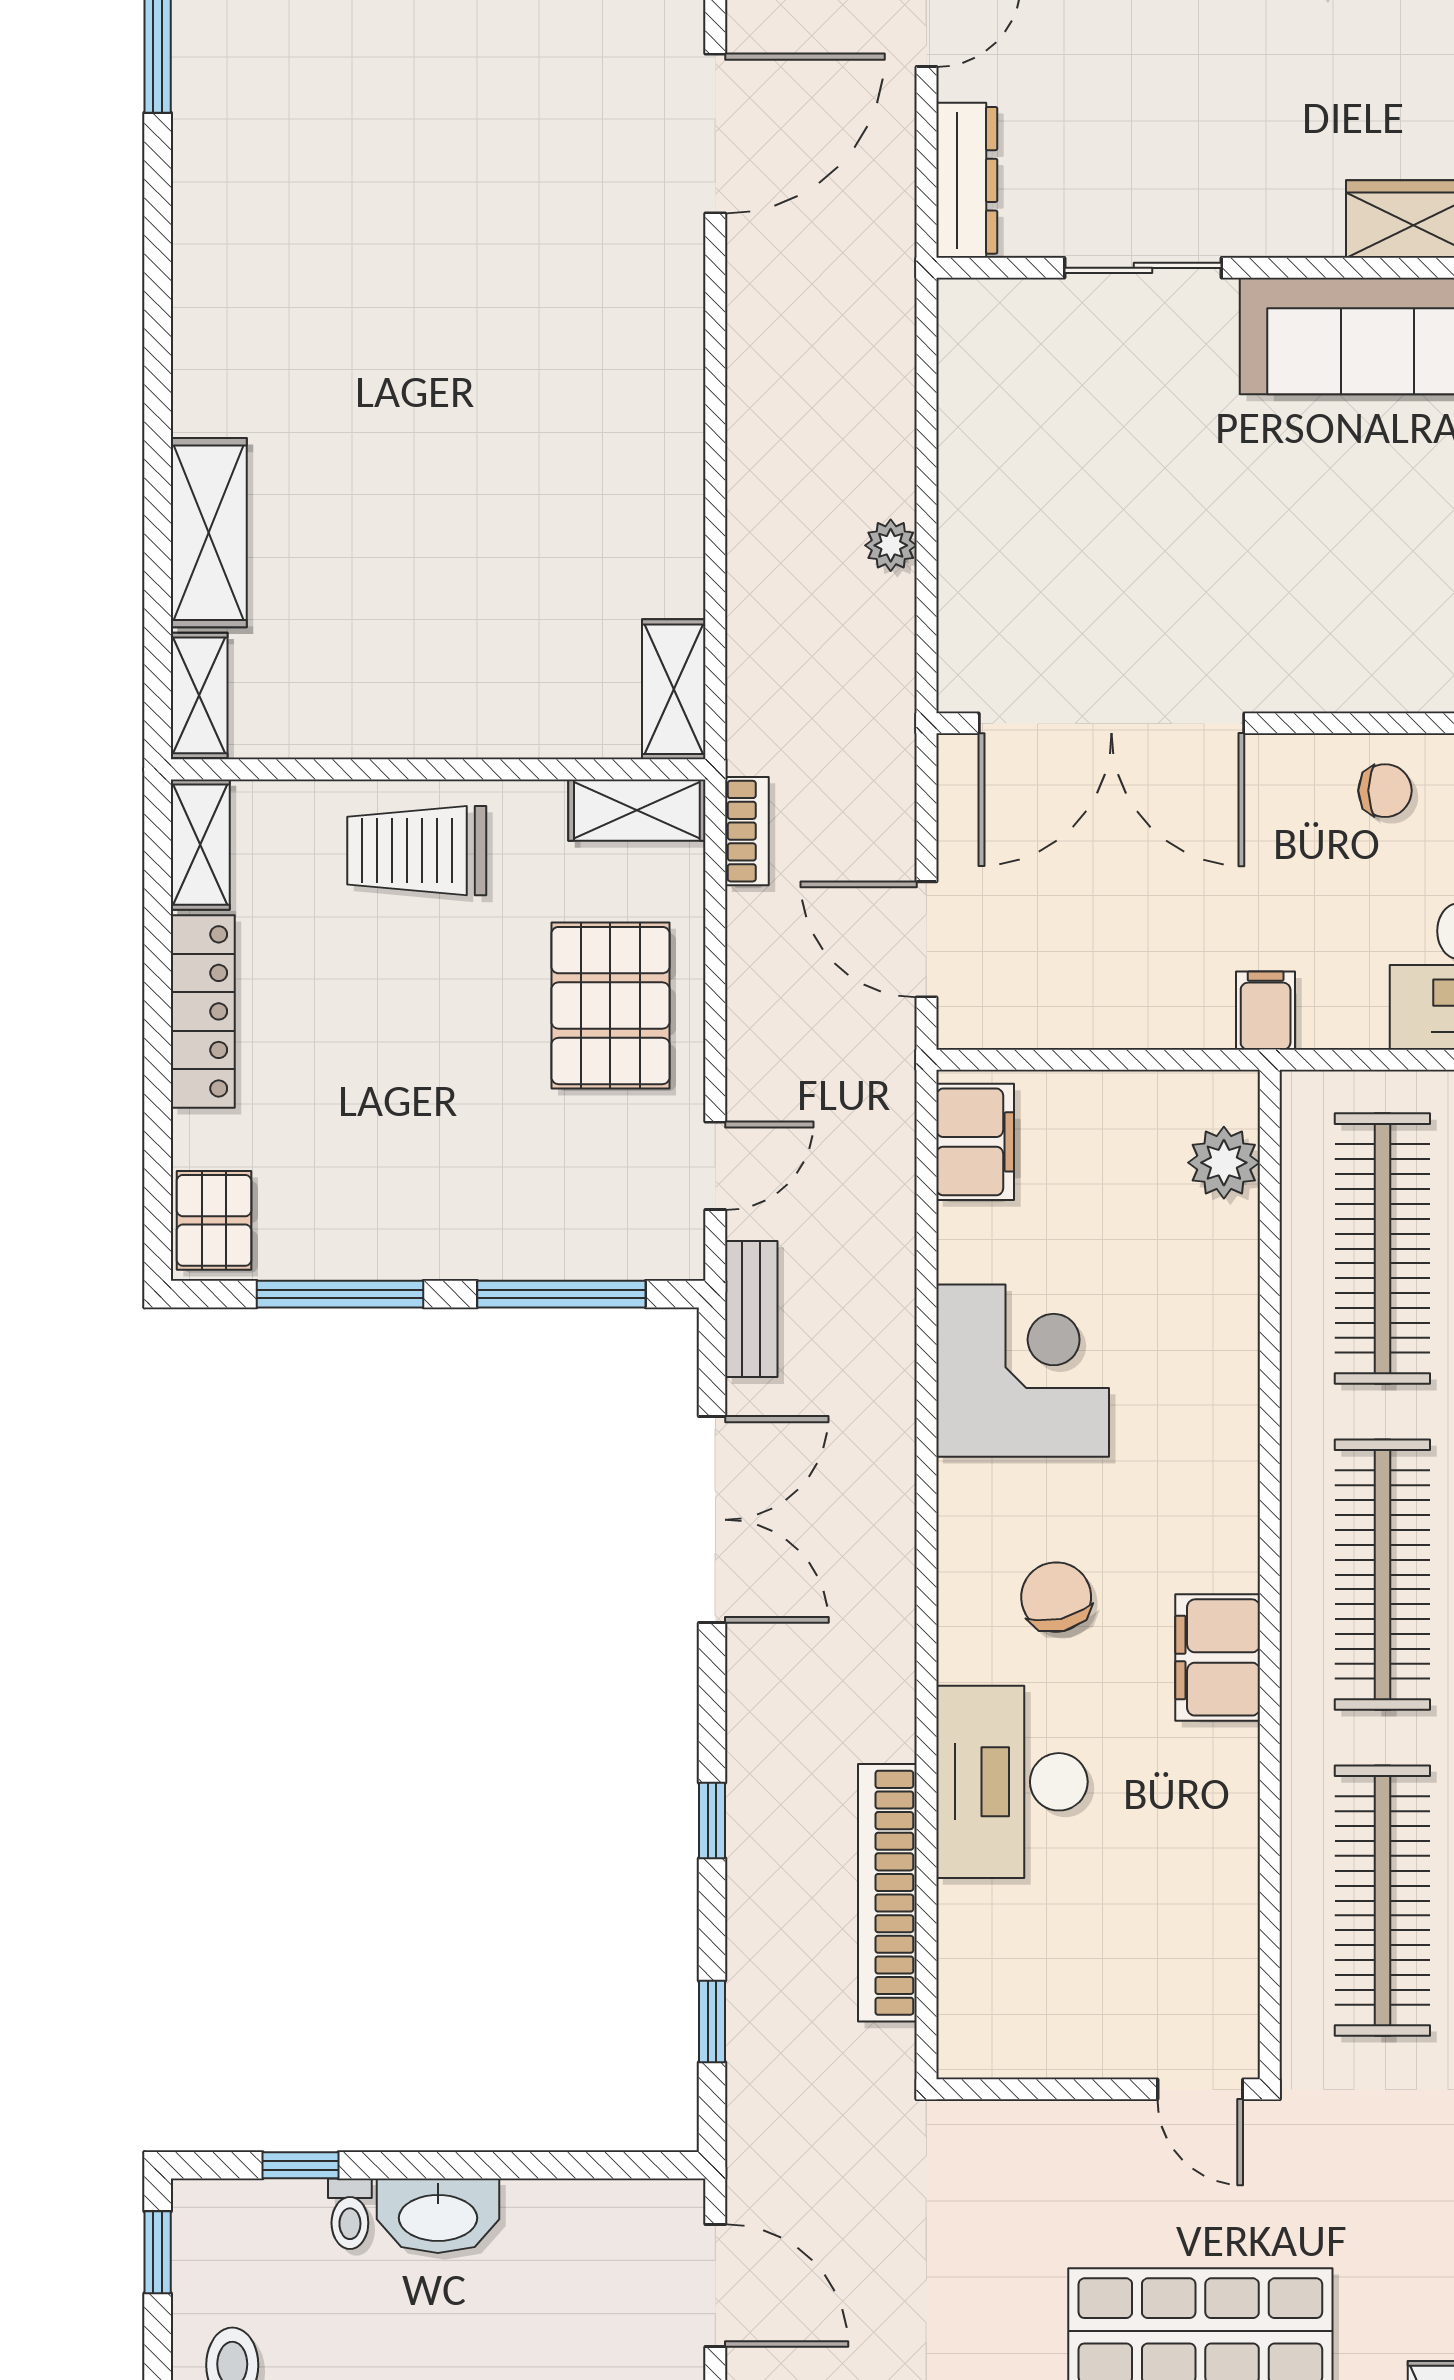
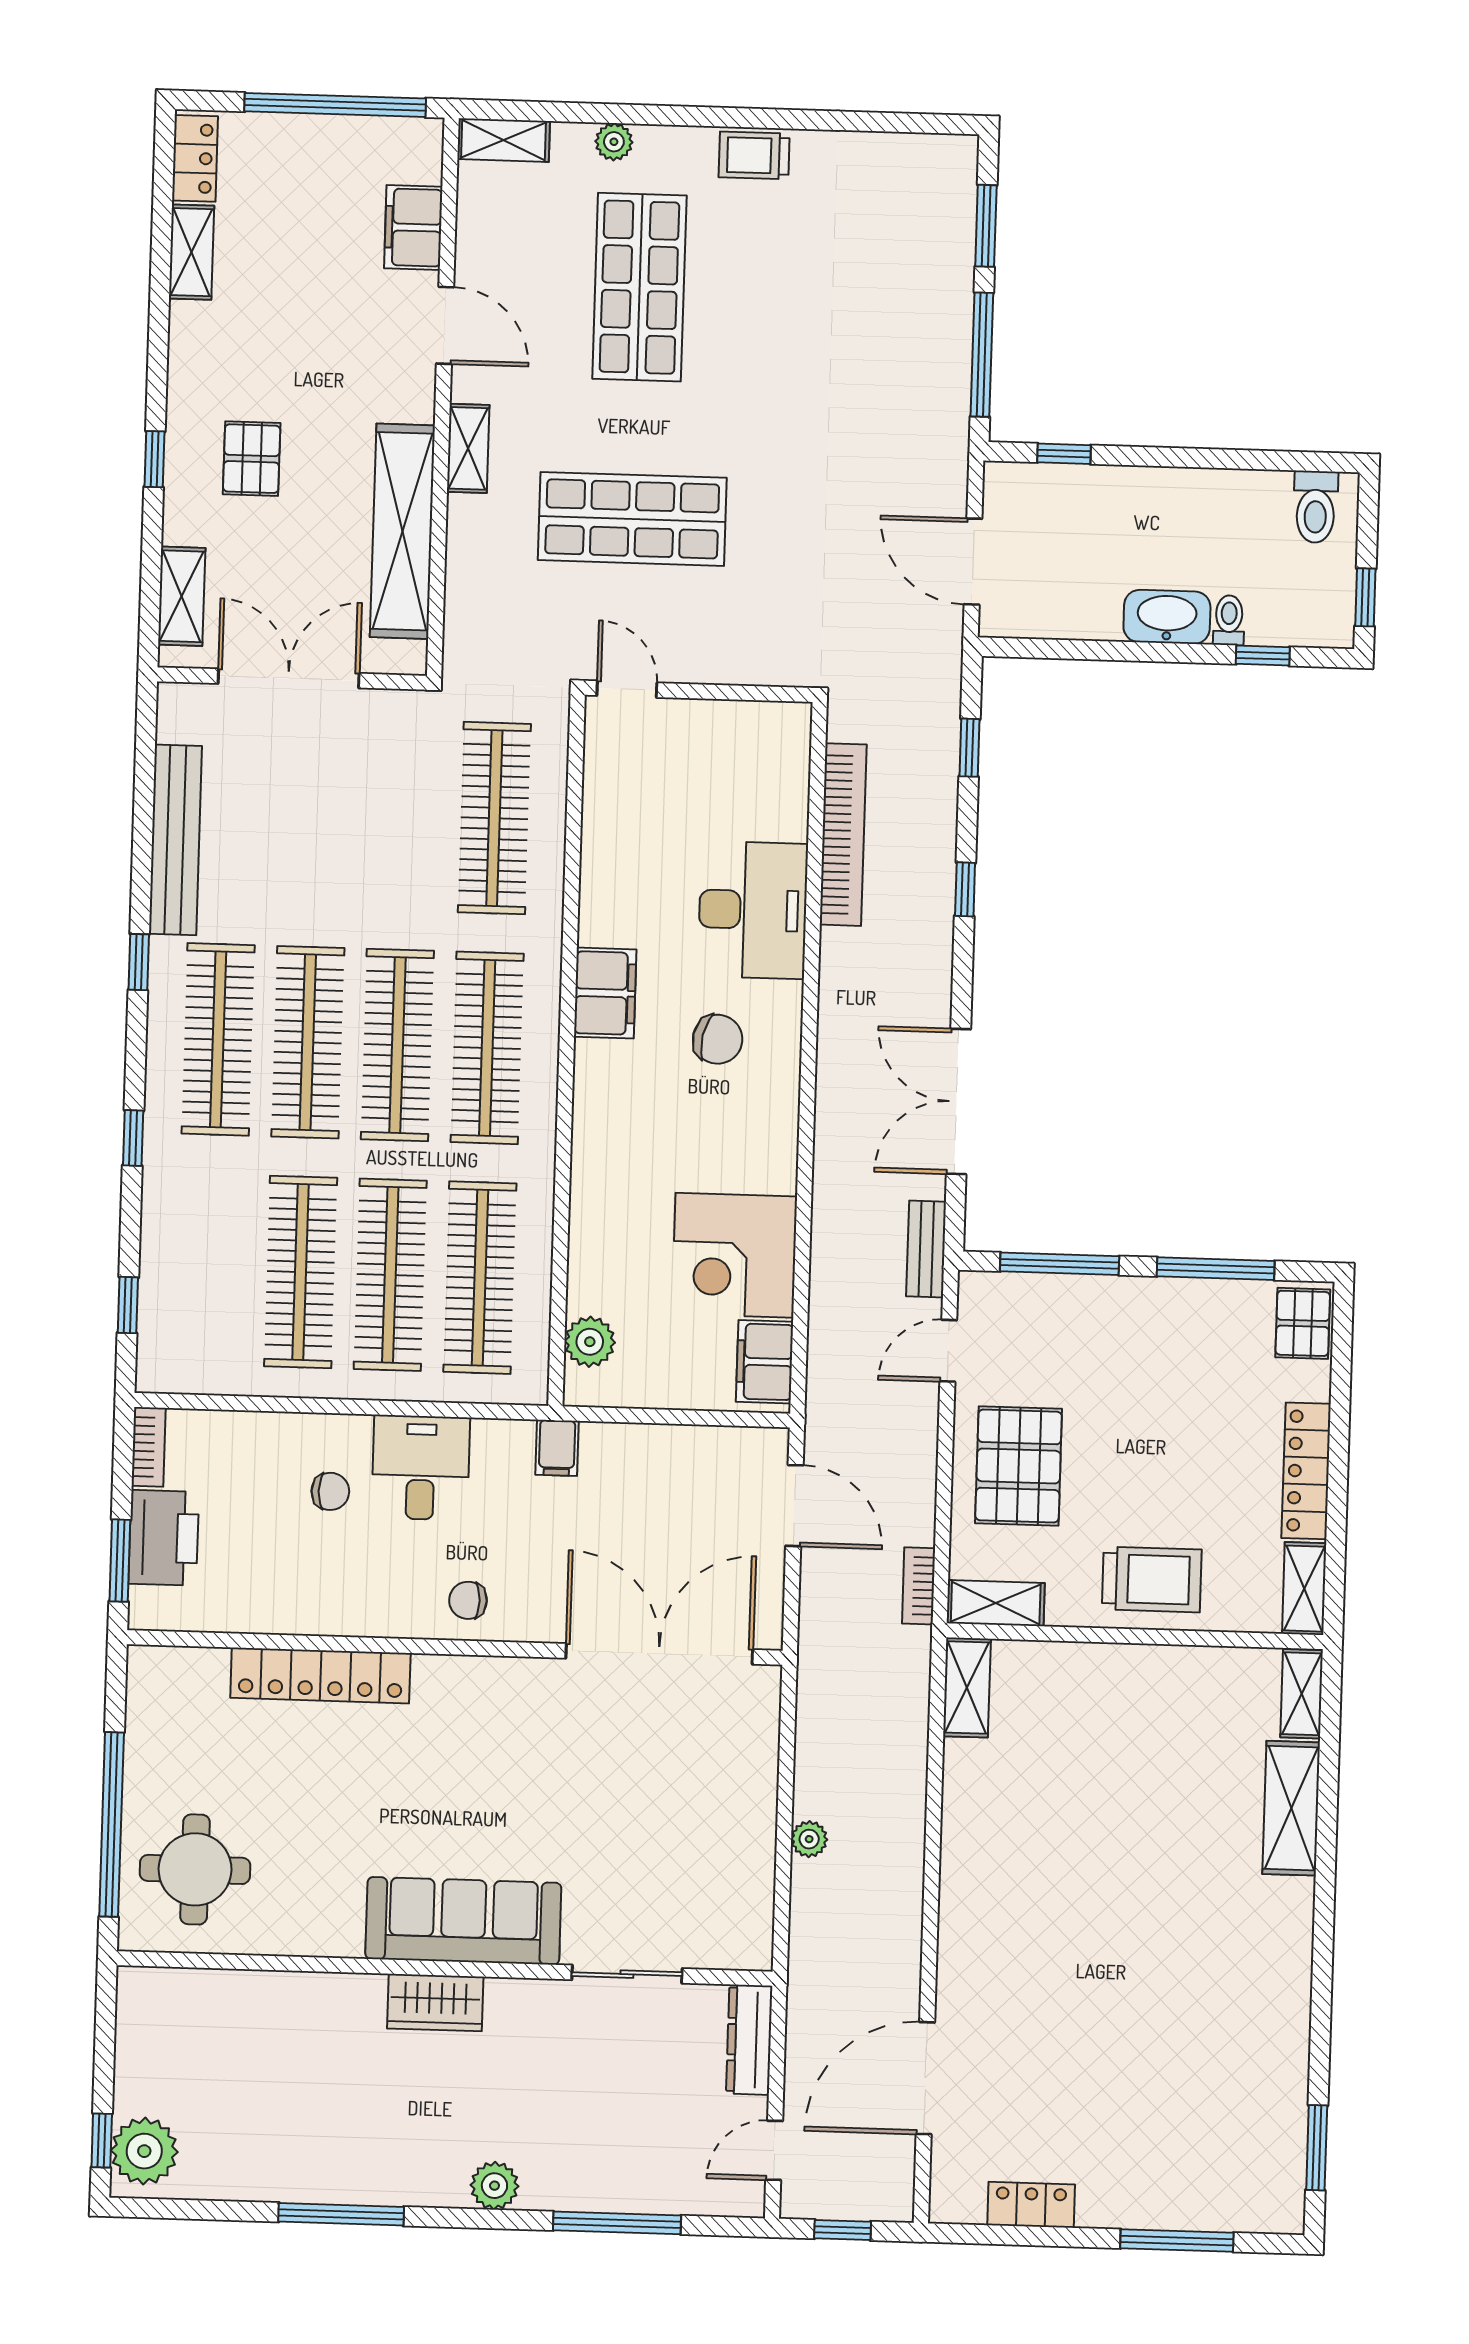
plant: (891, 545) -> (809, 1839), moved
corner desk: (1023, 1371) -> (734, 1255), moved
chair: (1056, 1597) -> (718, 1039), turned -65

